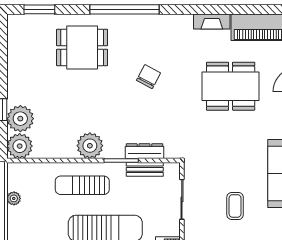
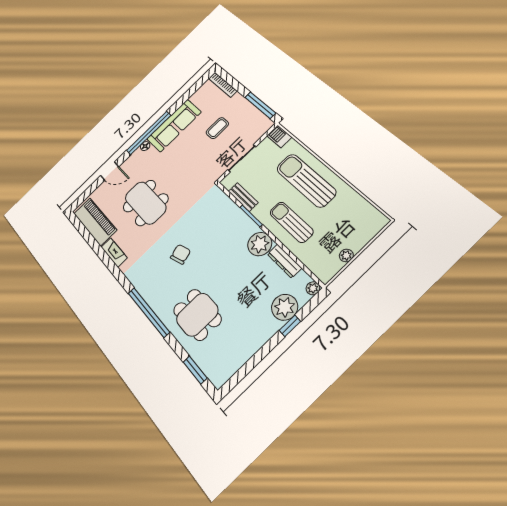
chair: (148, 77) -> (181, 254), turned 135
plant: (20, 146) -> (313, 288), width x0.53, depth x0.53
dresser: (144, 151) -> (284, 261), moved
sun lounger: (82, 185) -> (291, 222), turned 180

